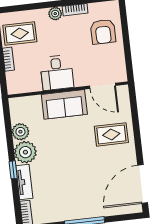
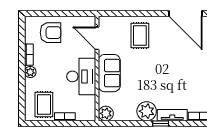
desk: (57, 73) -> (81, 76), width x1.37
door: (103, 86) -> (97, 38), swing flipped
plant: (20, 132) -> (106, 113), moved

